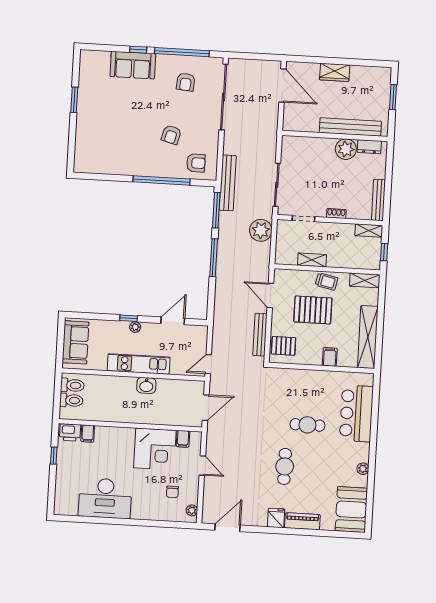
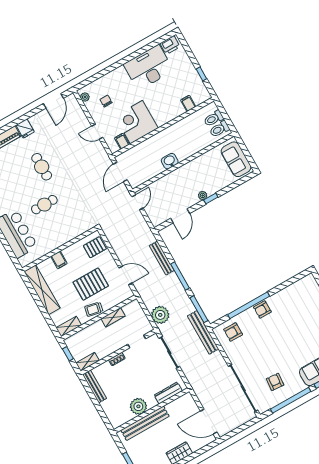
armchair: (171, 135) -> (262, 310), moved, turned -105
dresser: (369, 147) -> (168, 393), moved, width x1.44
bench: (260, 335) -> (162, 258), moved
kitchen unit: (139, 364) -> (184, 172), removed
printer: (70, 432) -> (170, 45), moved, turned 180

